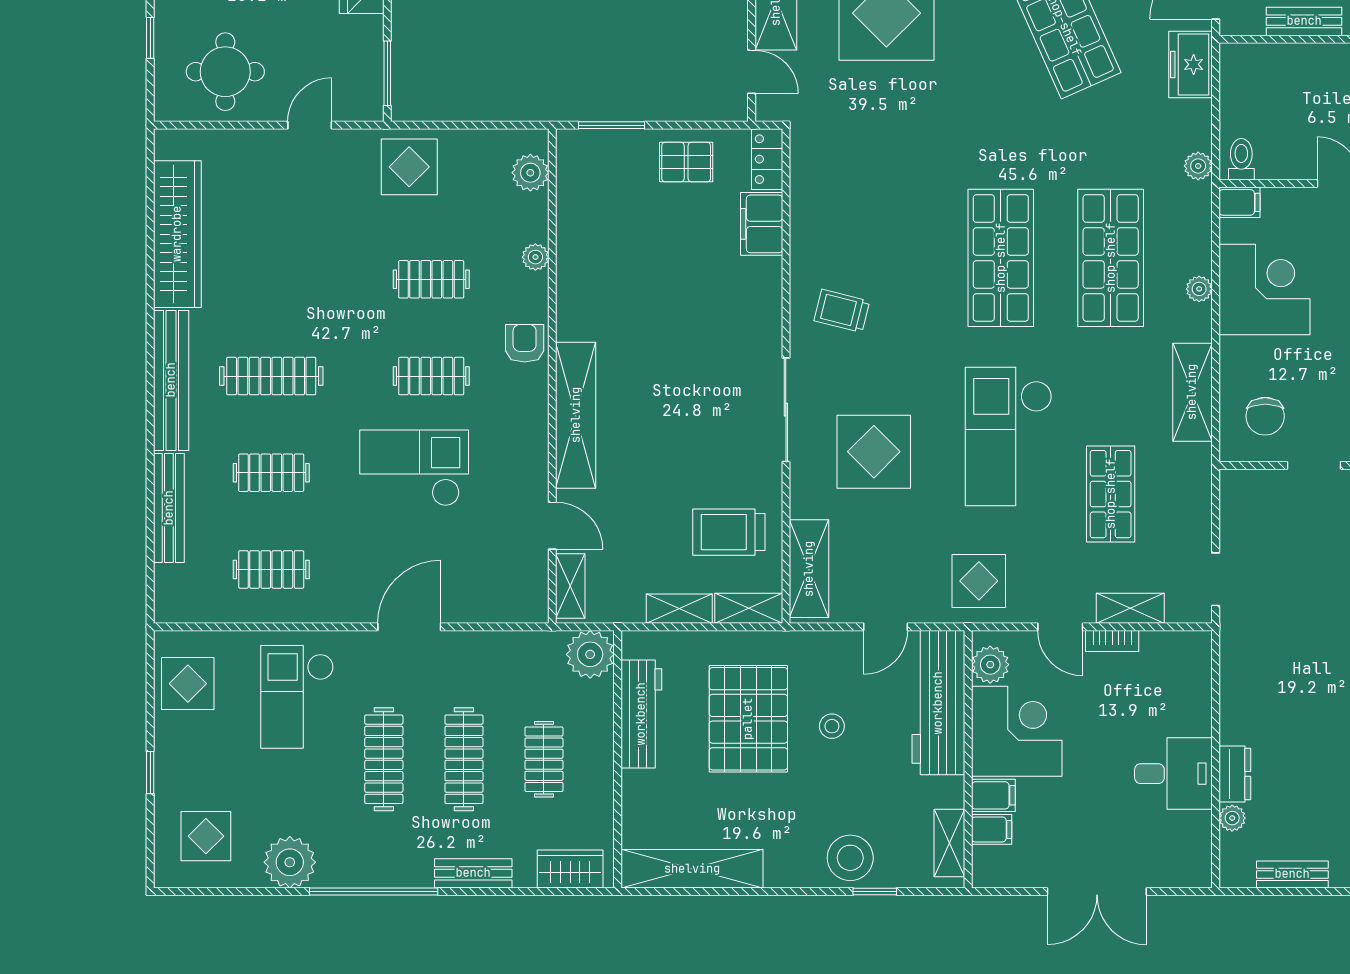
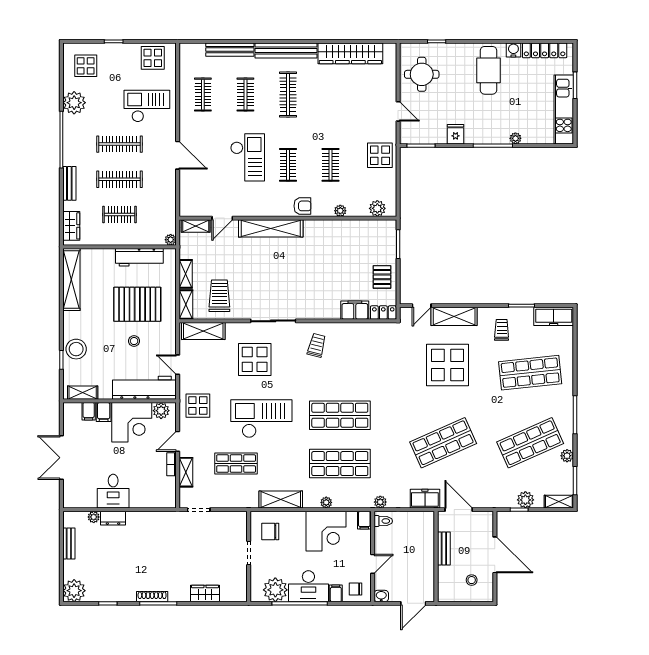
plant: (590, 654) -> (171, 240), width x0.53, depth x0.53

